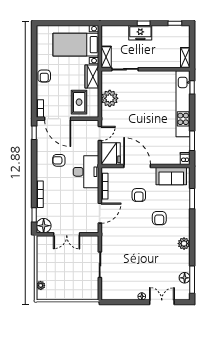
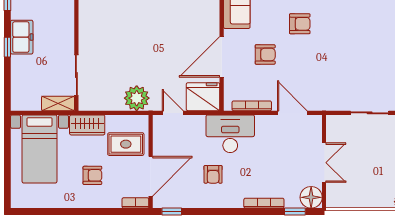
freezer: (140, 33) -> (22, 37), moved
armchair: (44, 76) -> (92, 175), moved
plant: (110, 98) -> (137, 98), moved

